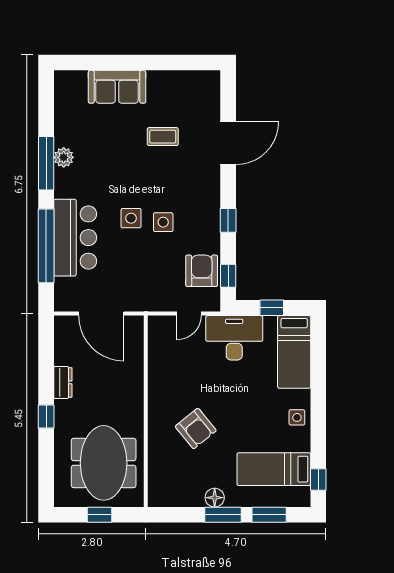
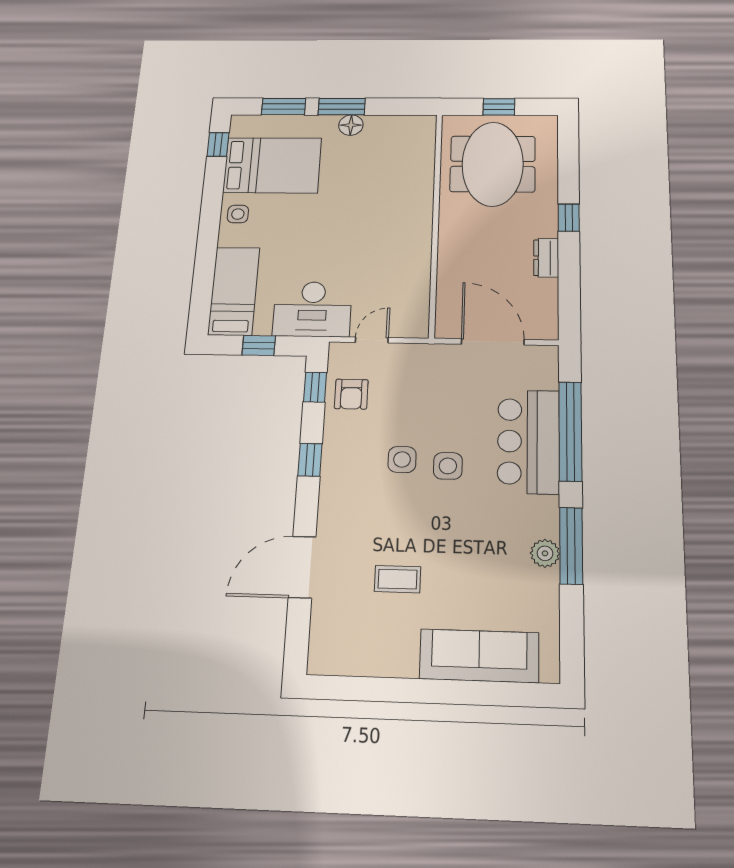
sofa: (117, 87) -> (479, 656), width x1.36
armchair: (202, 271) -> (351, 394), width x0.72, depth x0.72
armchair: (196, 428) -> (371, 202), removed
bed: (274, 469) -> (272, 165), width x1.50

